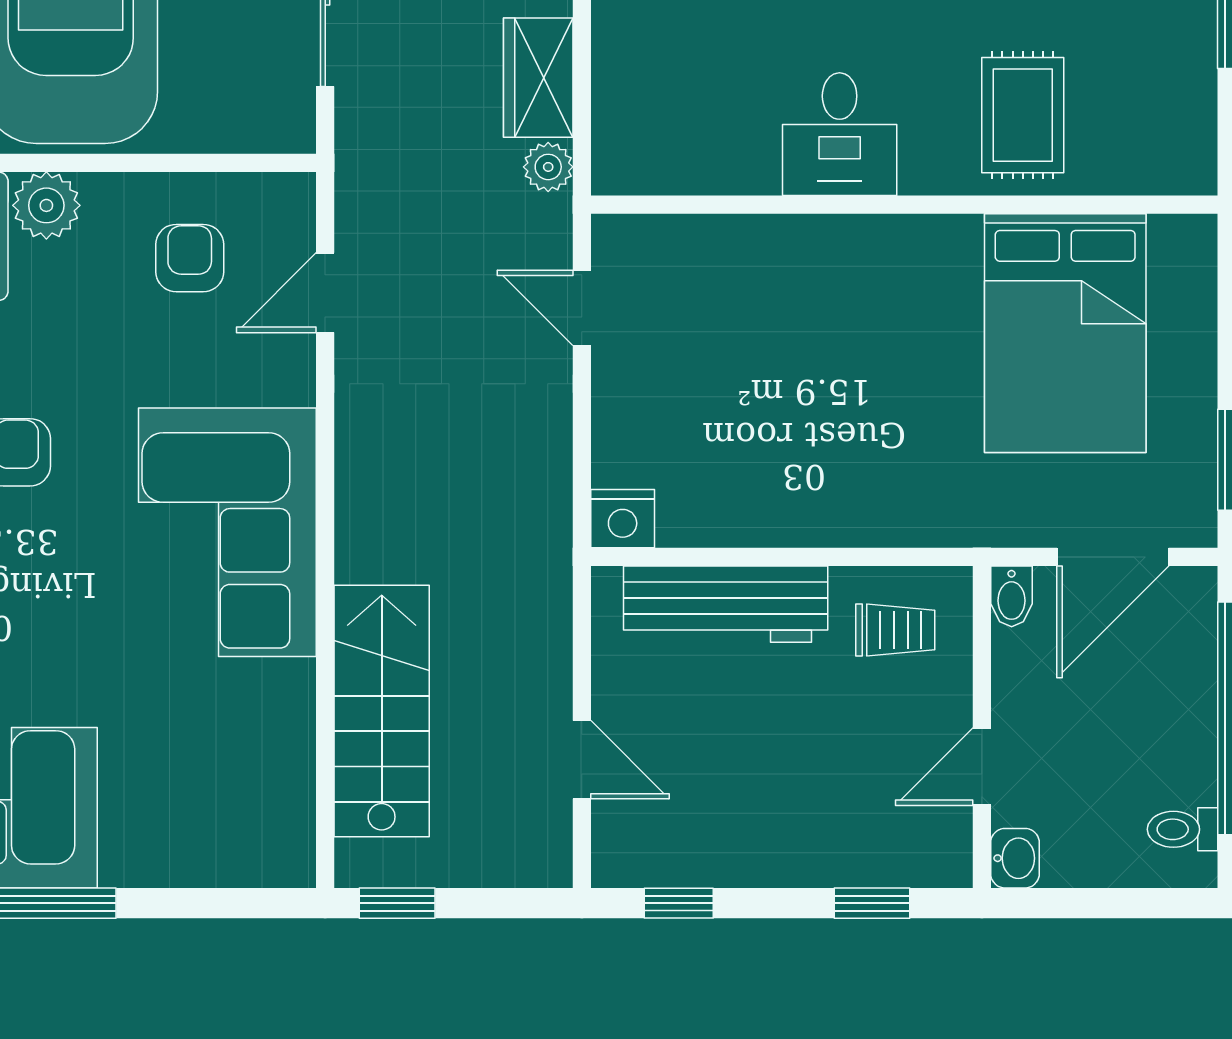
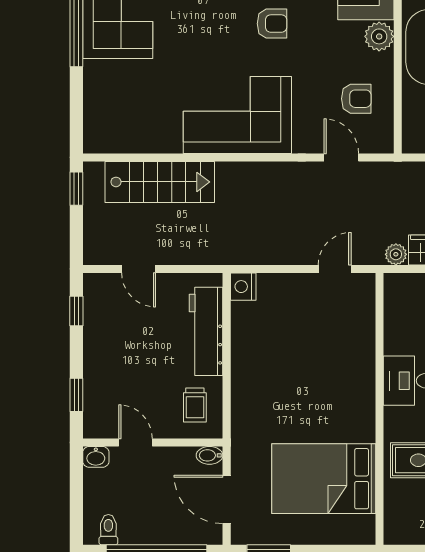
door: (582, 760) -> (139, 269), hinge flipped

